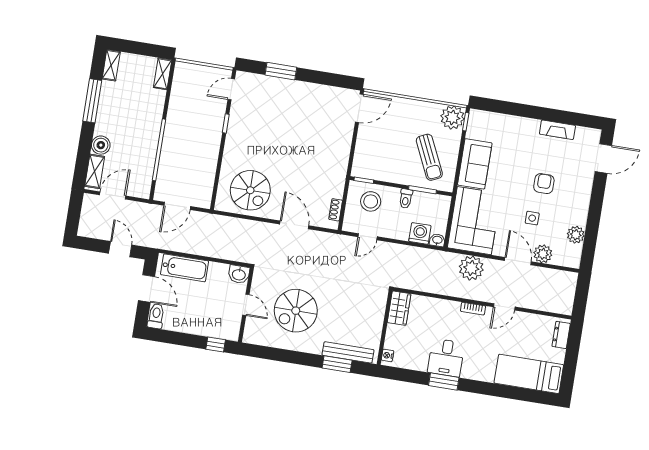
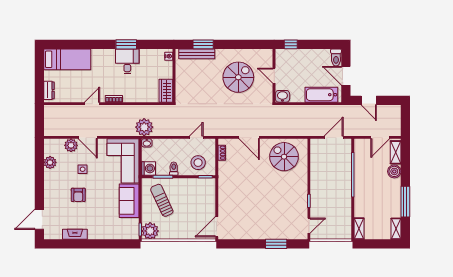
washing machine: (420, 233) -> (149, 168), moved, turned -90
plant: (471, 268) -> (144, 127), moved

